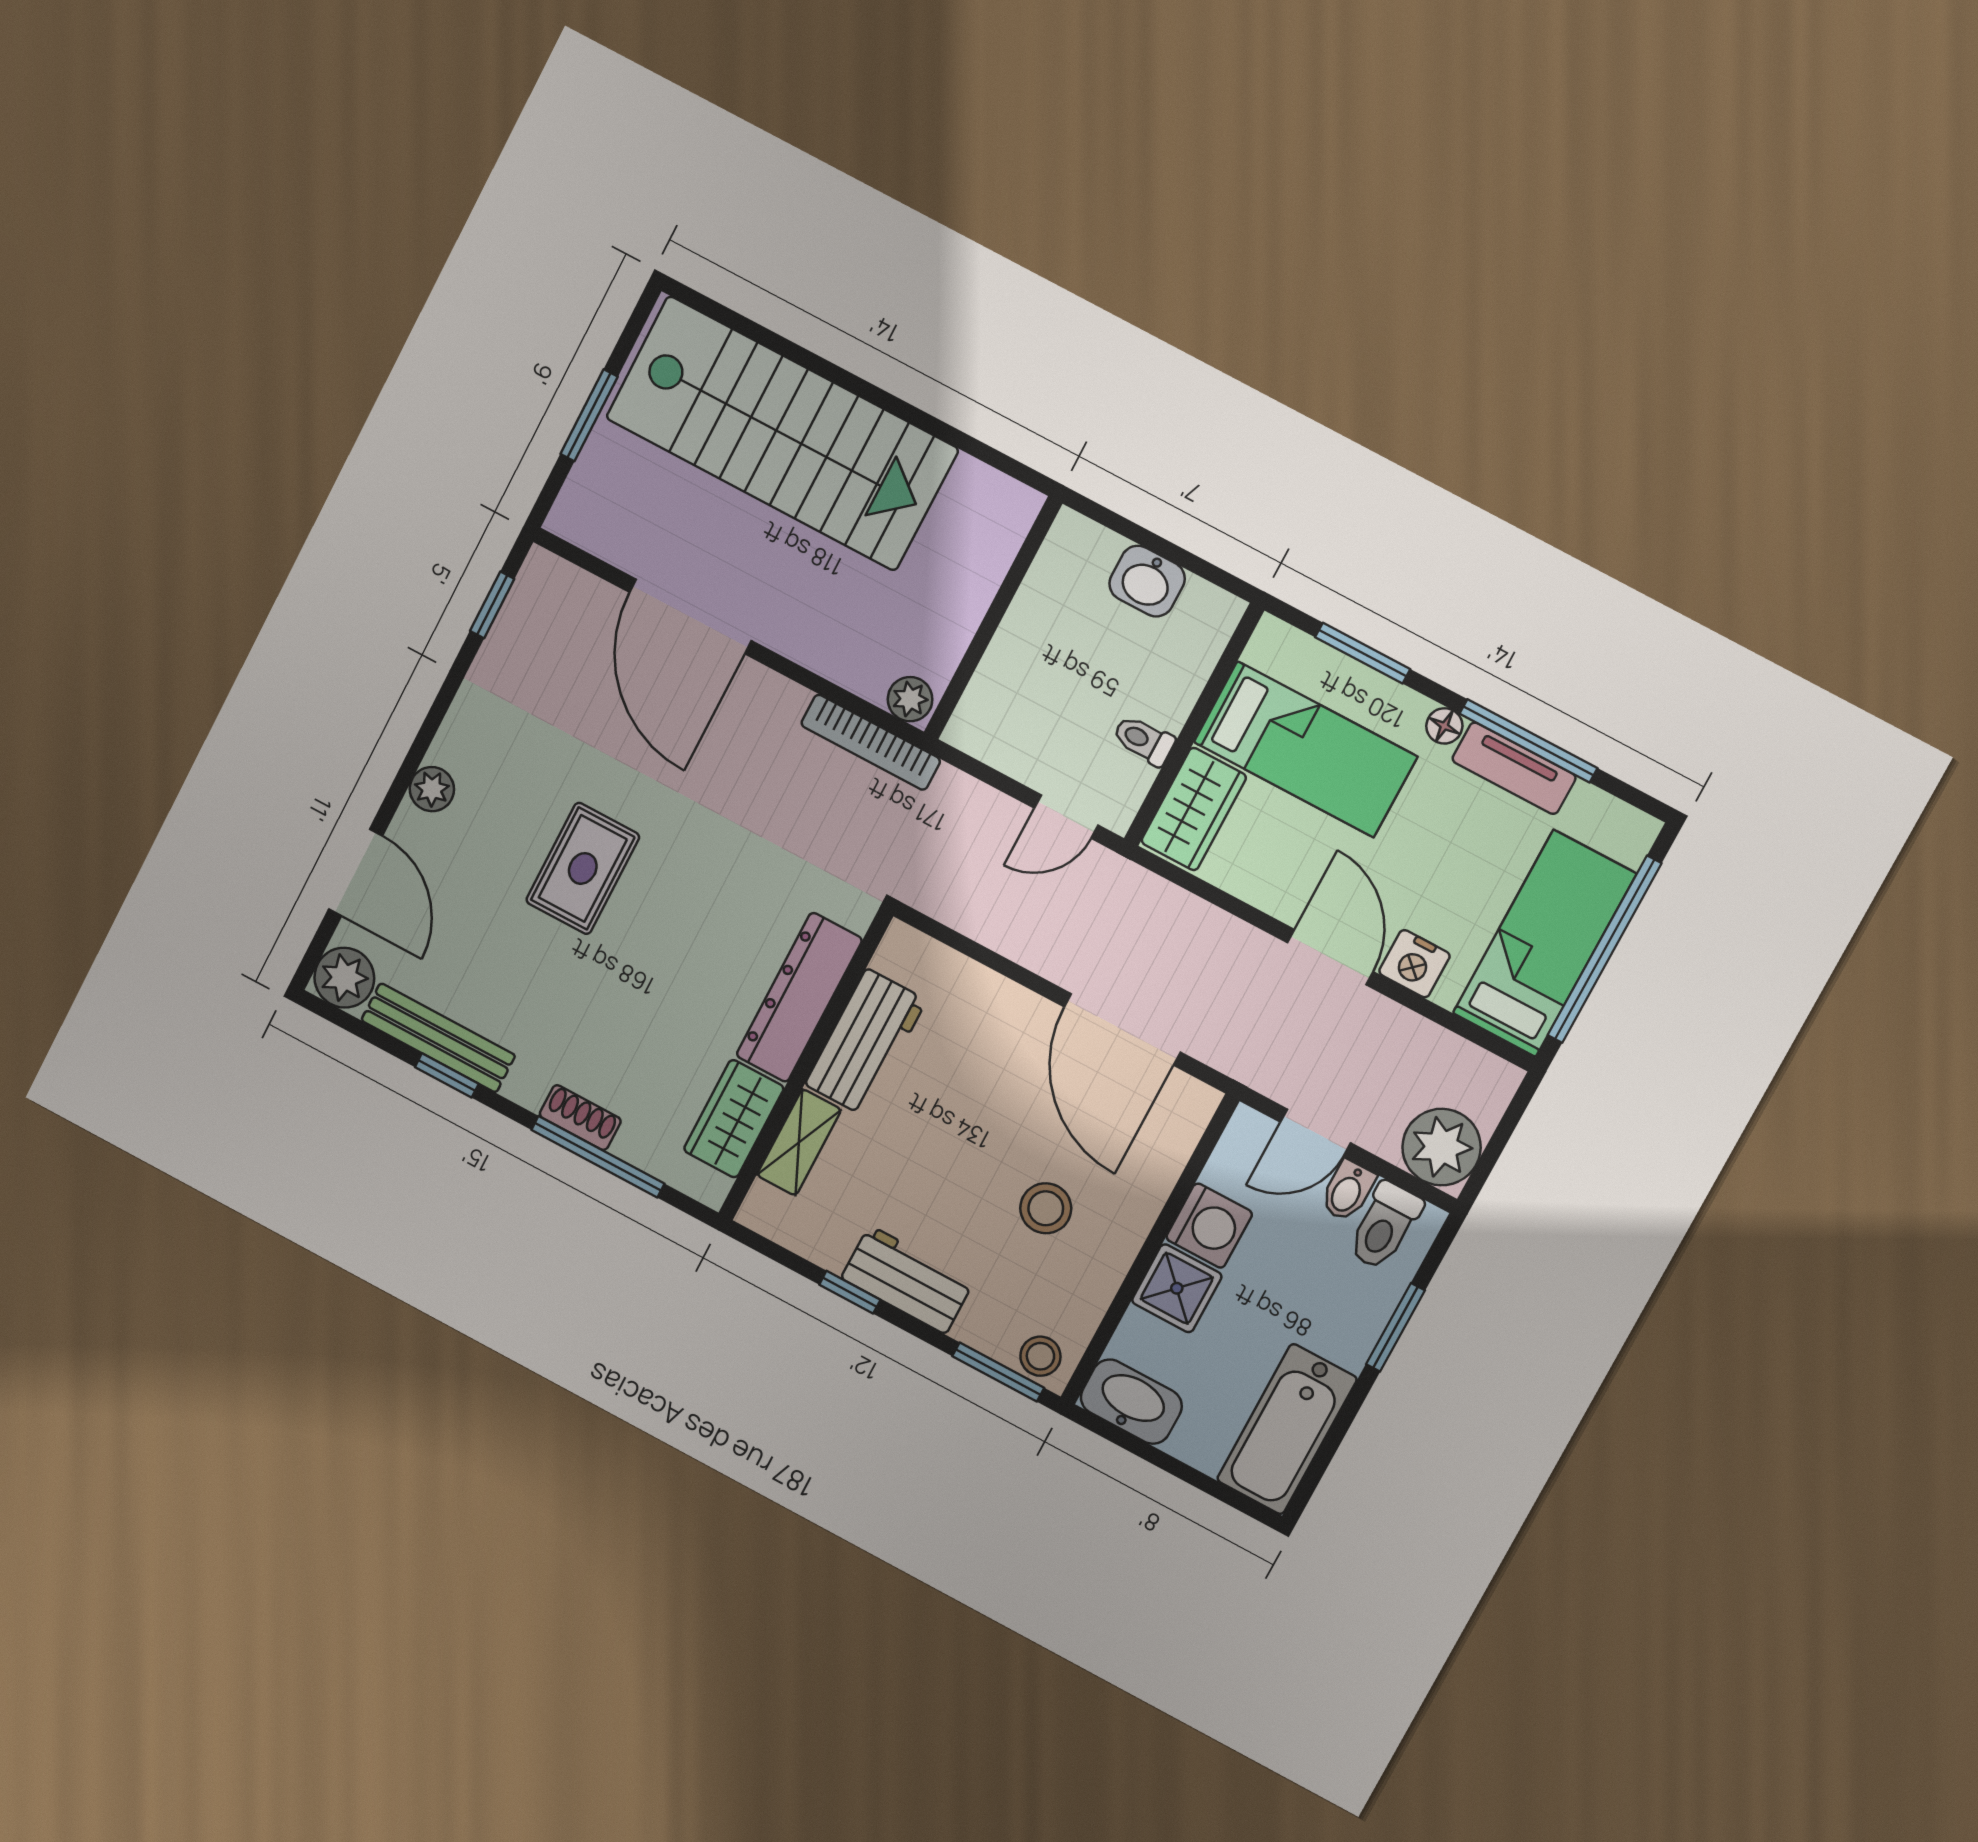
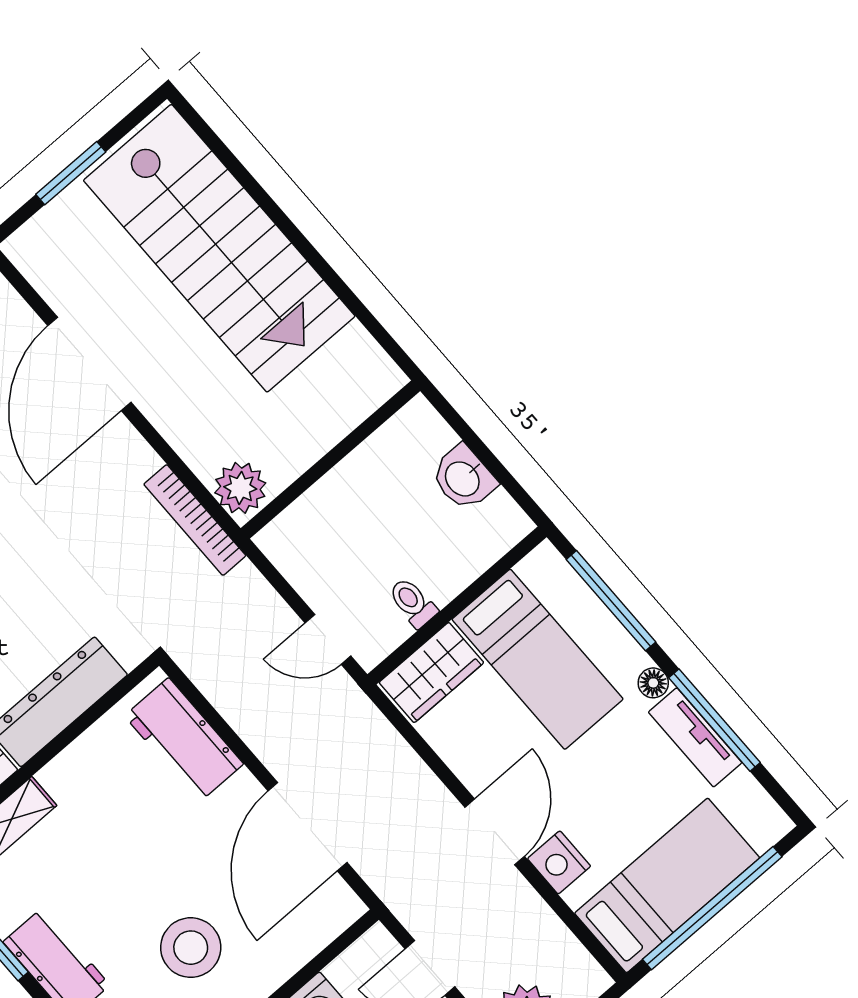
window: (1363, 653) -> (611, 601), width x1.44
plant: (910, 699) -> (240, 488), width x1.38, depth x1.38
workbench: (866, 1042) -> (184, 740), moved, turned 90
stool: (1046, 1208) -> (191, 948), width x1.38, depth x1.38

